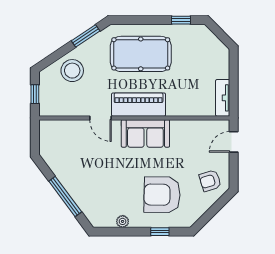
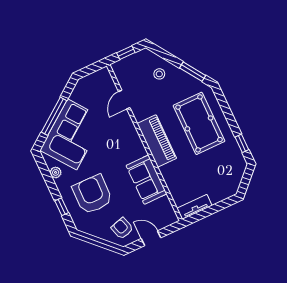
stool: (72, 71) -> (159, 74), width x0.53, depth x0.53
door: (100, 118) -> (124, 100), moved
sofa: (145, 133) -> (146, 180), moved
door: (234, 142) -> (151, 238), moved
corner sofa: (92, 187) -> (72, 134), added

